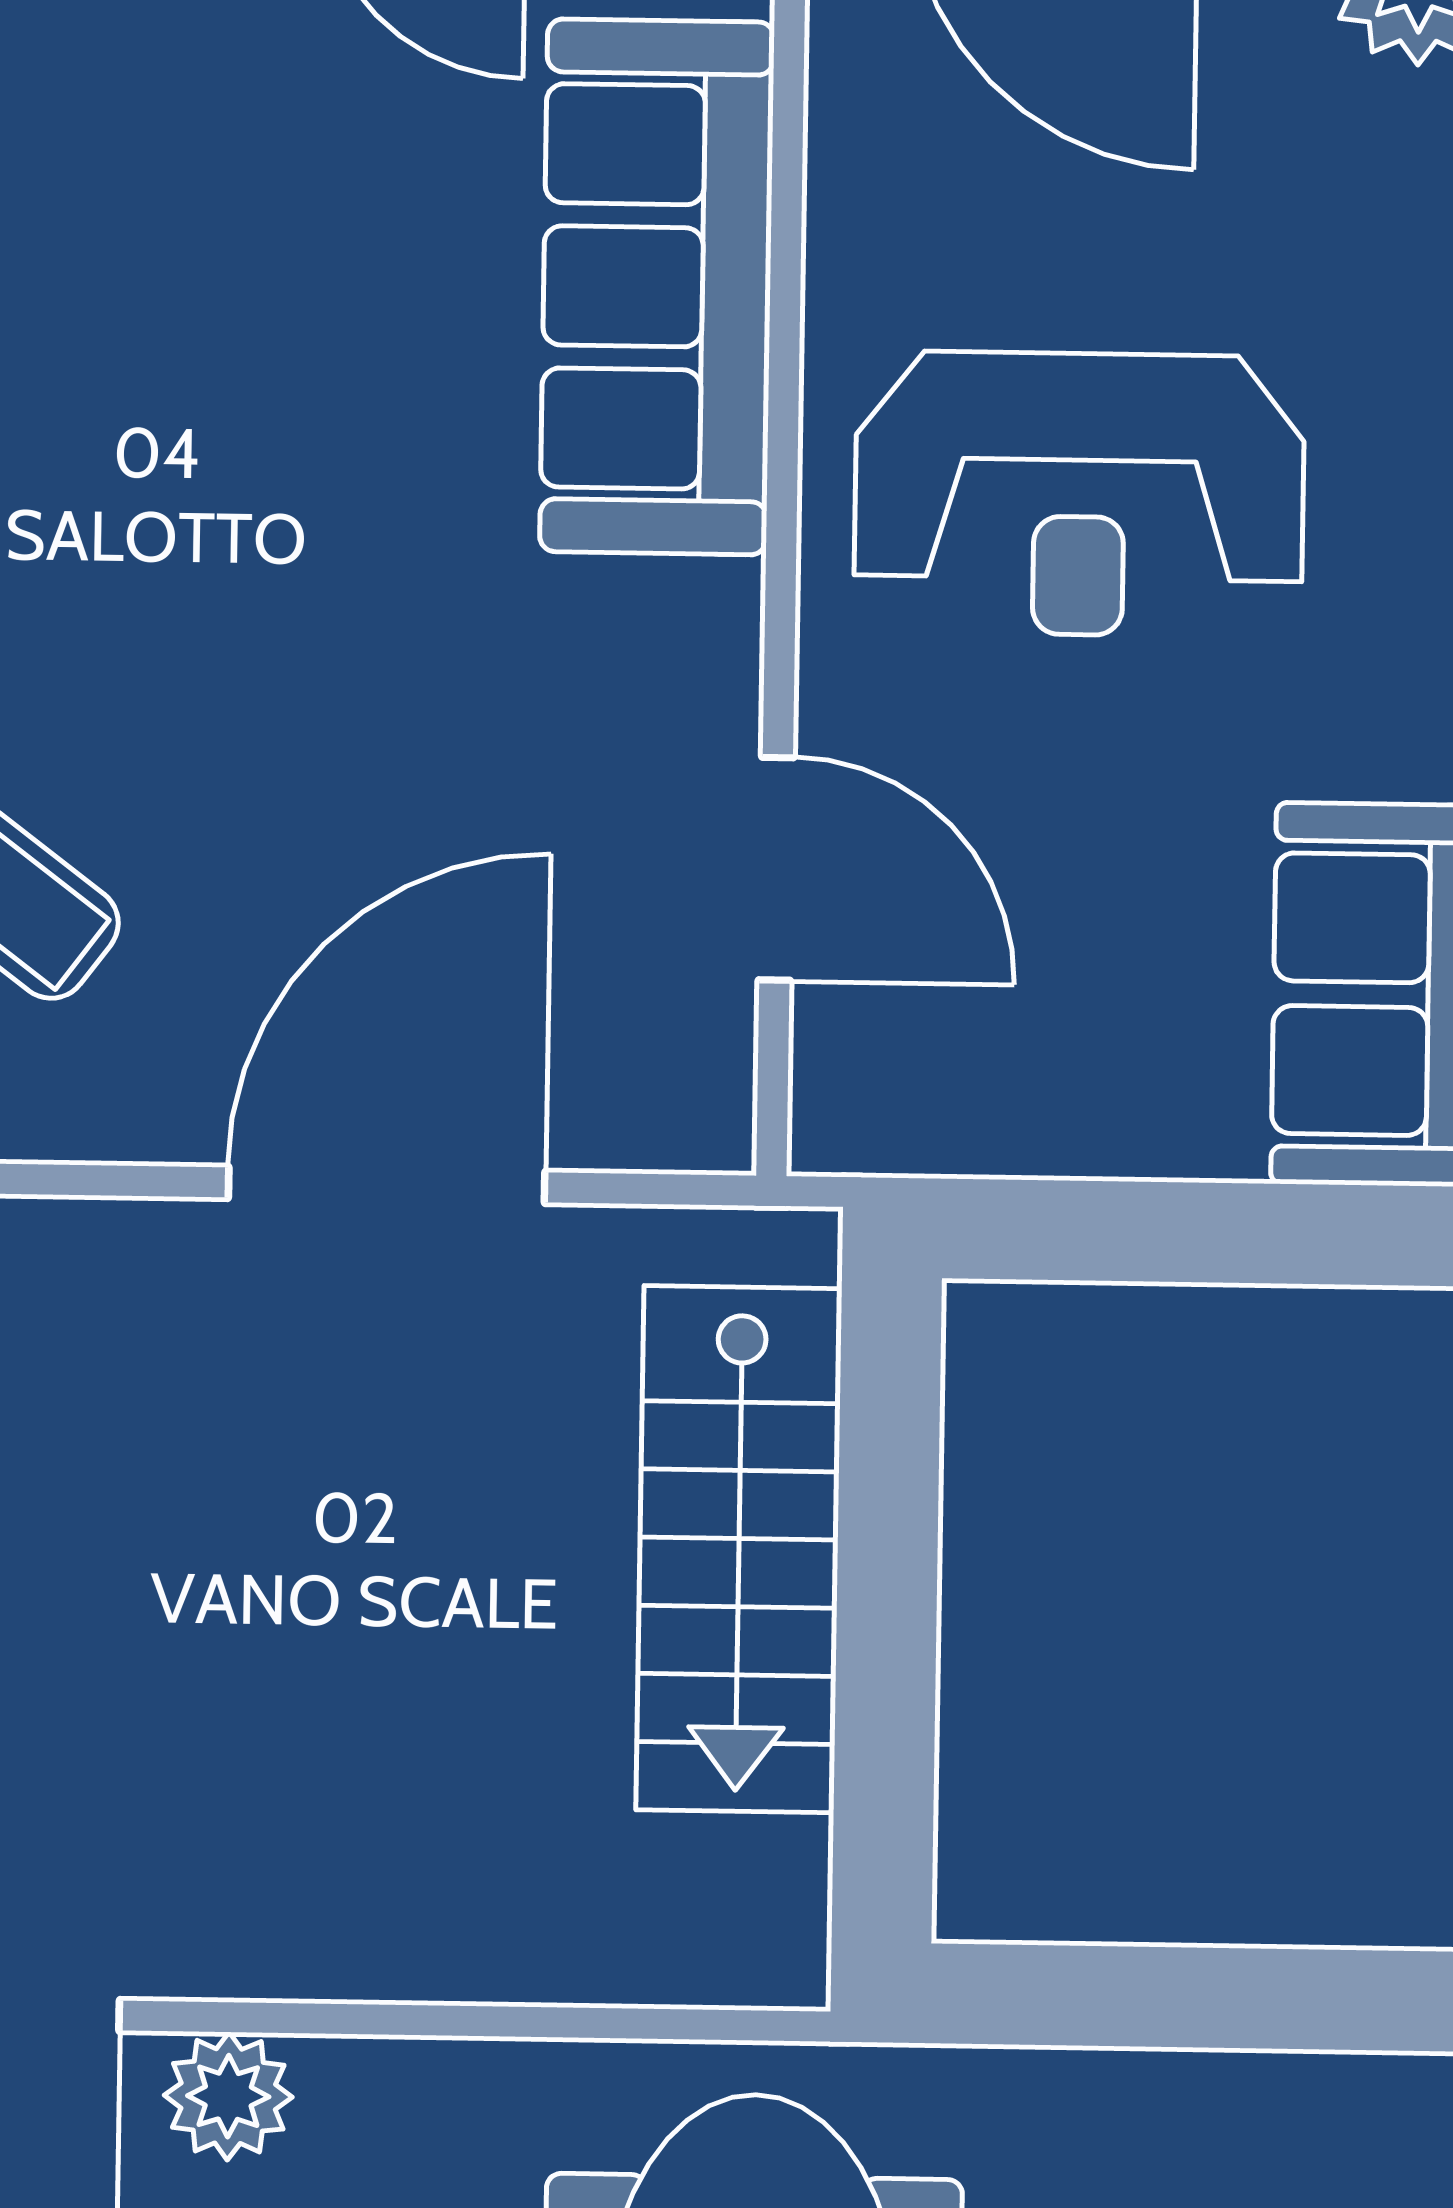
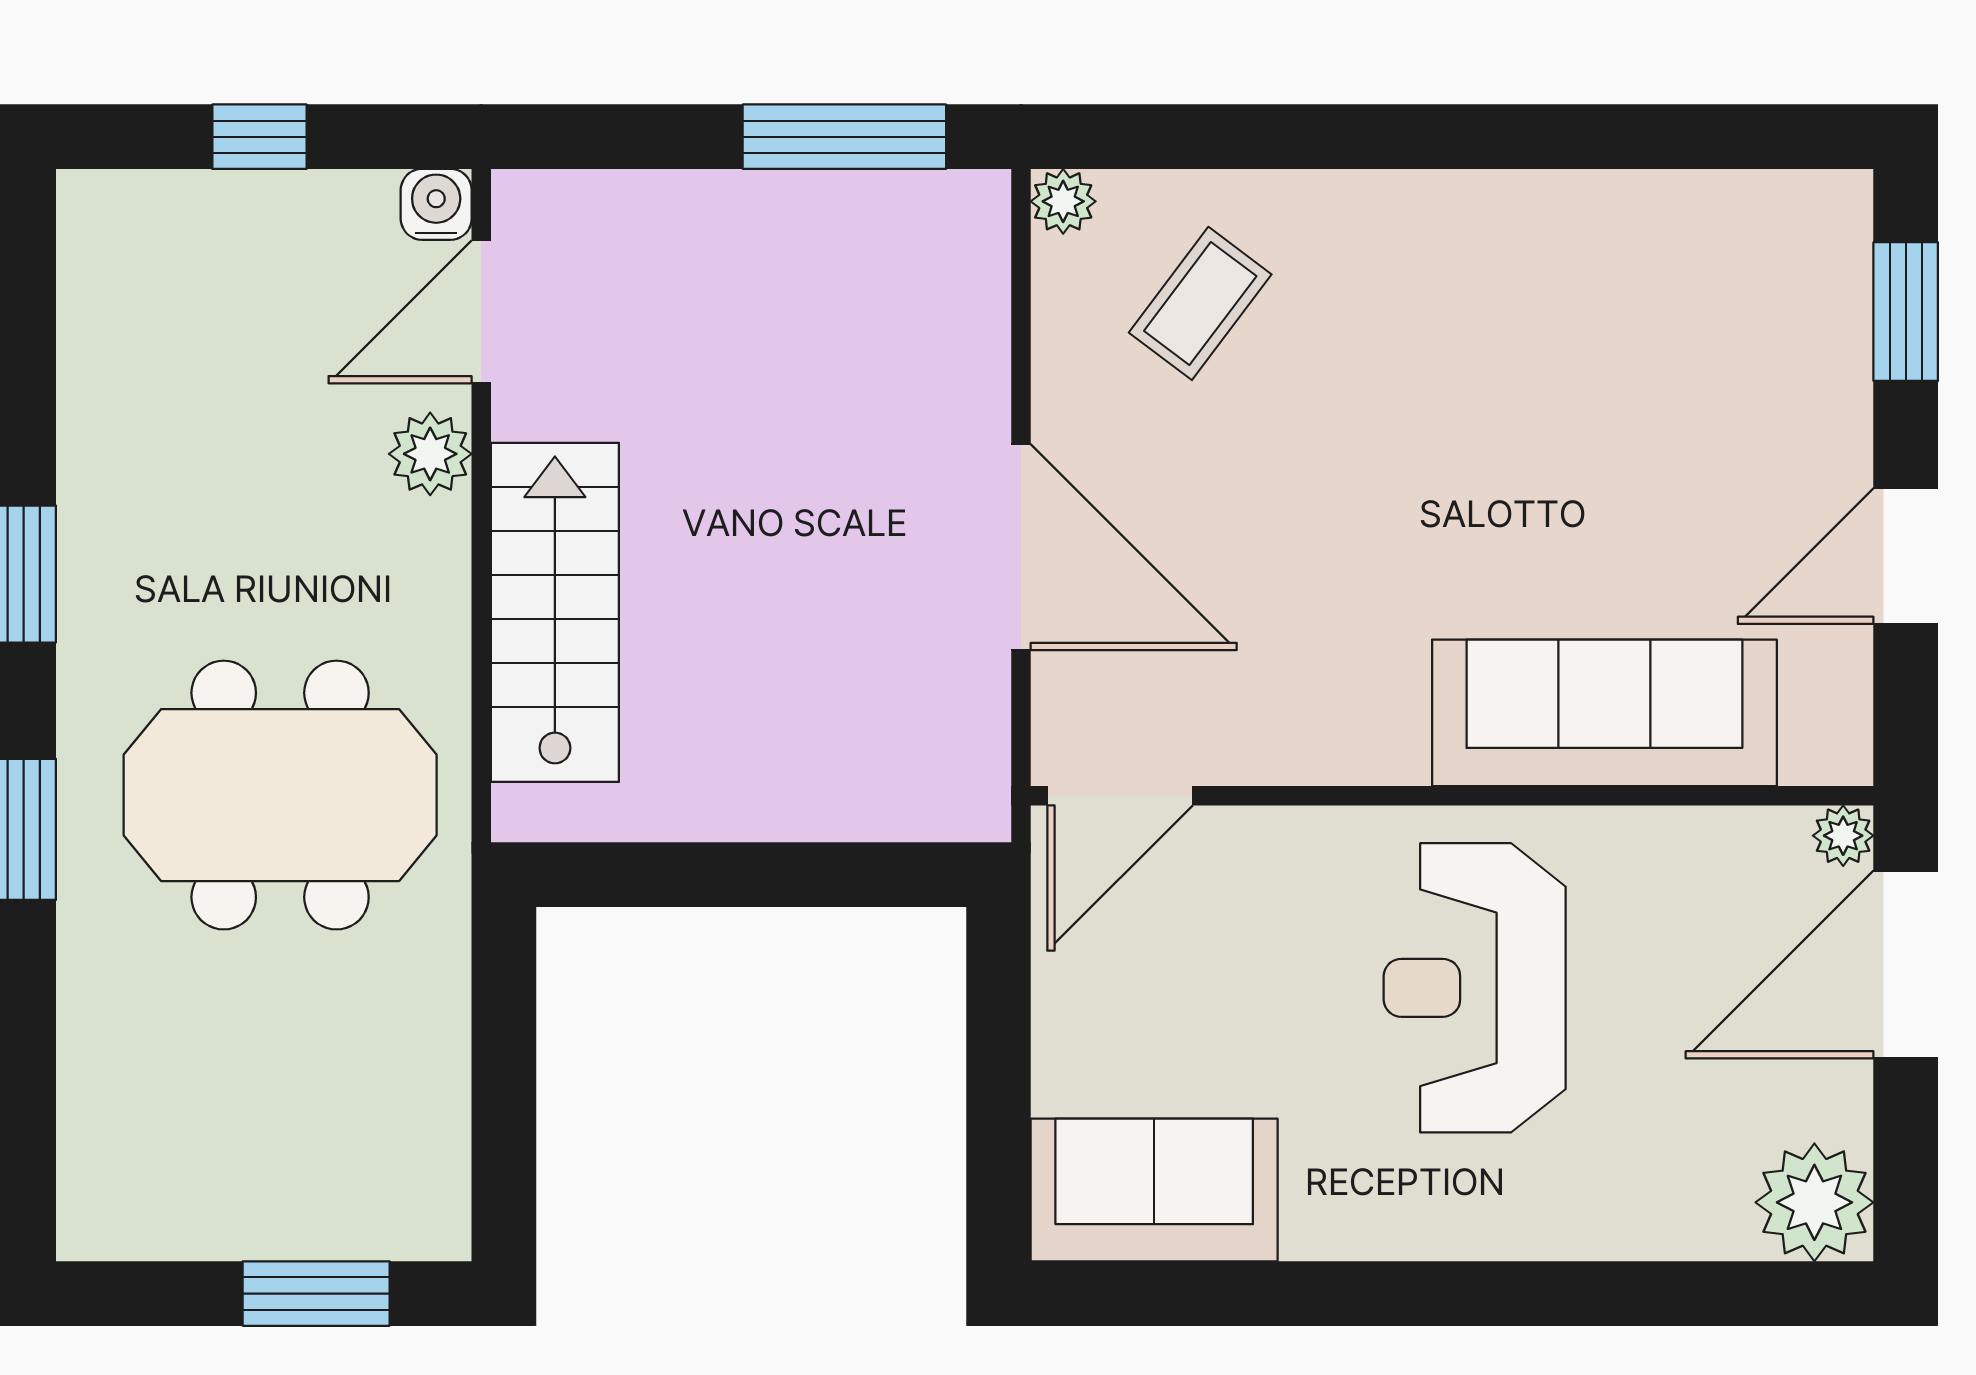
door: (776, 869) -> (1120, 796), moved
stairs: (739, 1549) -> (555, 612), moved, turned 90

